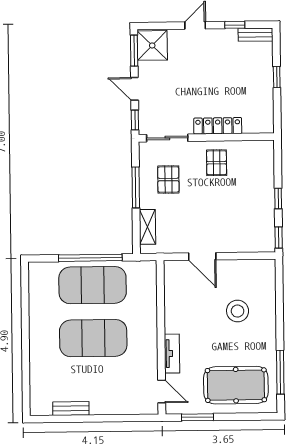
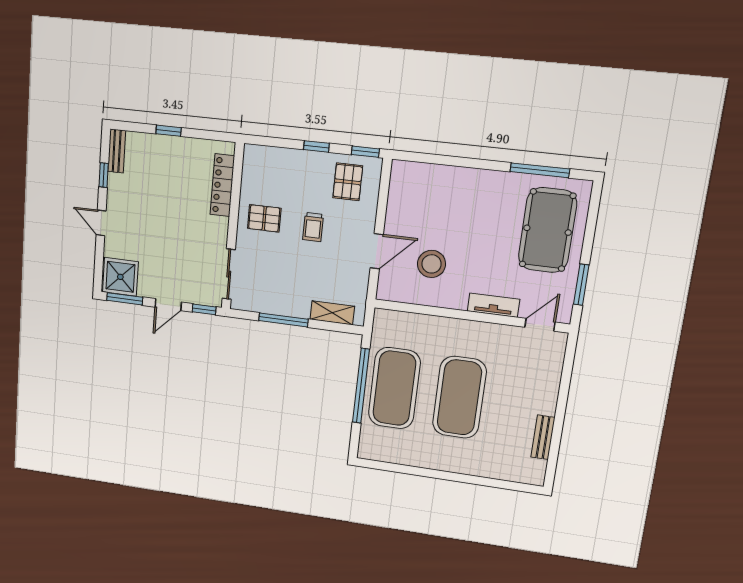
locker: (218, 126) -> (222, 185), moved
pallet: (168, 180) -> (348, 182), moved, turned 90
trolley: (215, 203) -> (313, 227), added
stool: (238, 311) -> (432, 264), moved

